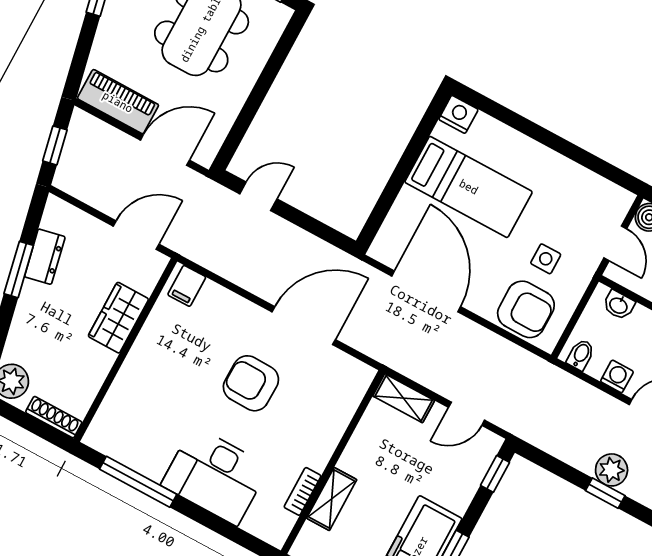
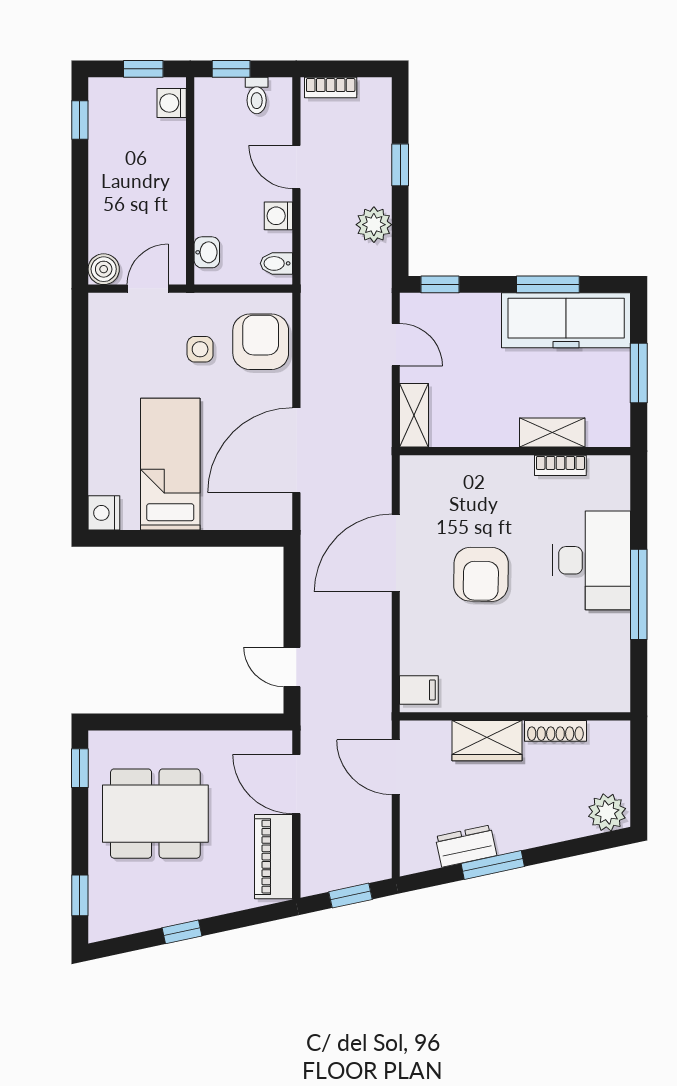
door: (304, 326) -> (396, 553), hinge flipped
shoe rack: (54, 417) -> (555, 731), moved, turned -90
plant: (612, 470) -> (374, 225), moved
window: (138, 482) -> (639, 594), moved

